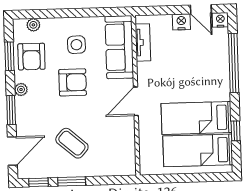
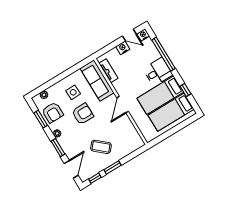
desk: (211, 83) -> (158, 72), added

